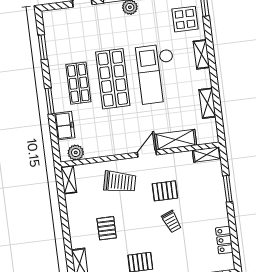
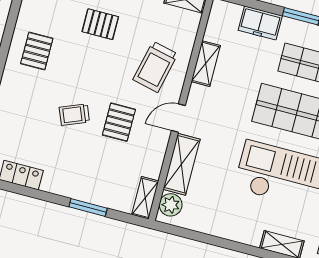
shelving: (207, 103) -> (206, 64), moved, turned 90
plant: (76, 153) -> (171, 205), moved
door: (147, 154) -> (178, 118), swing flipped

